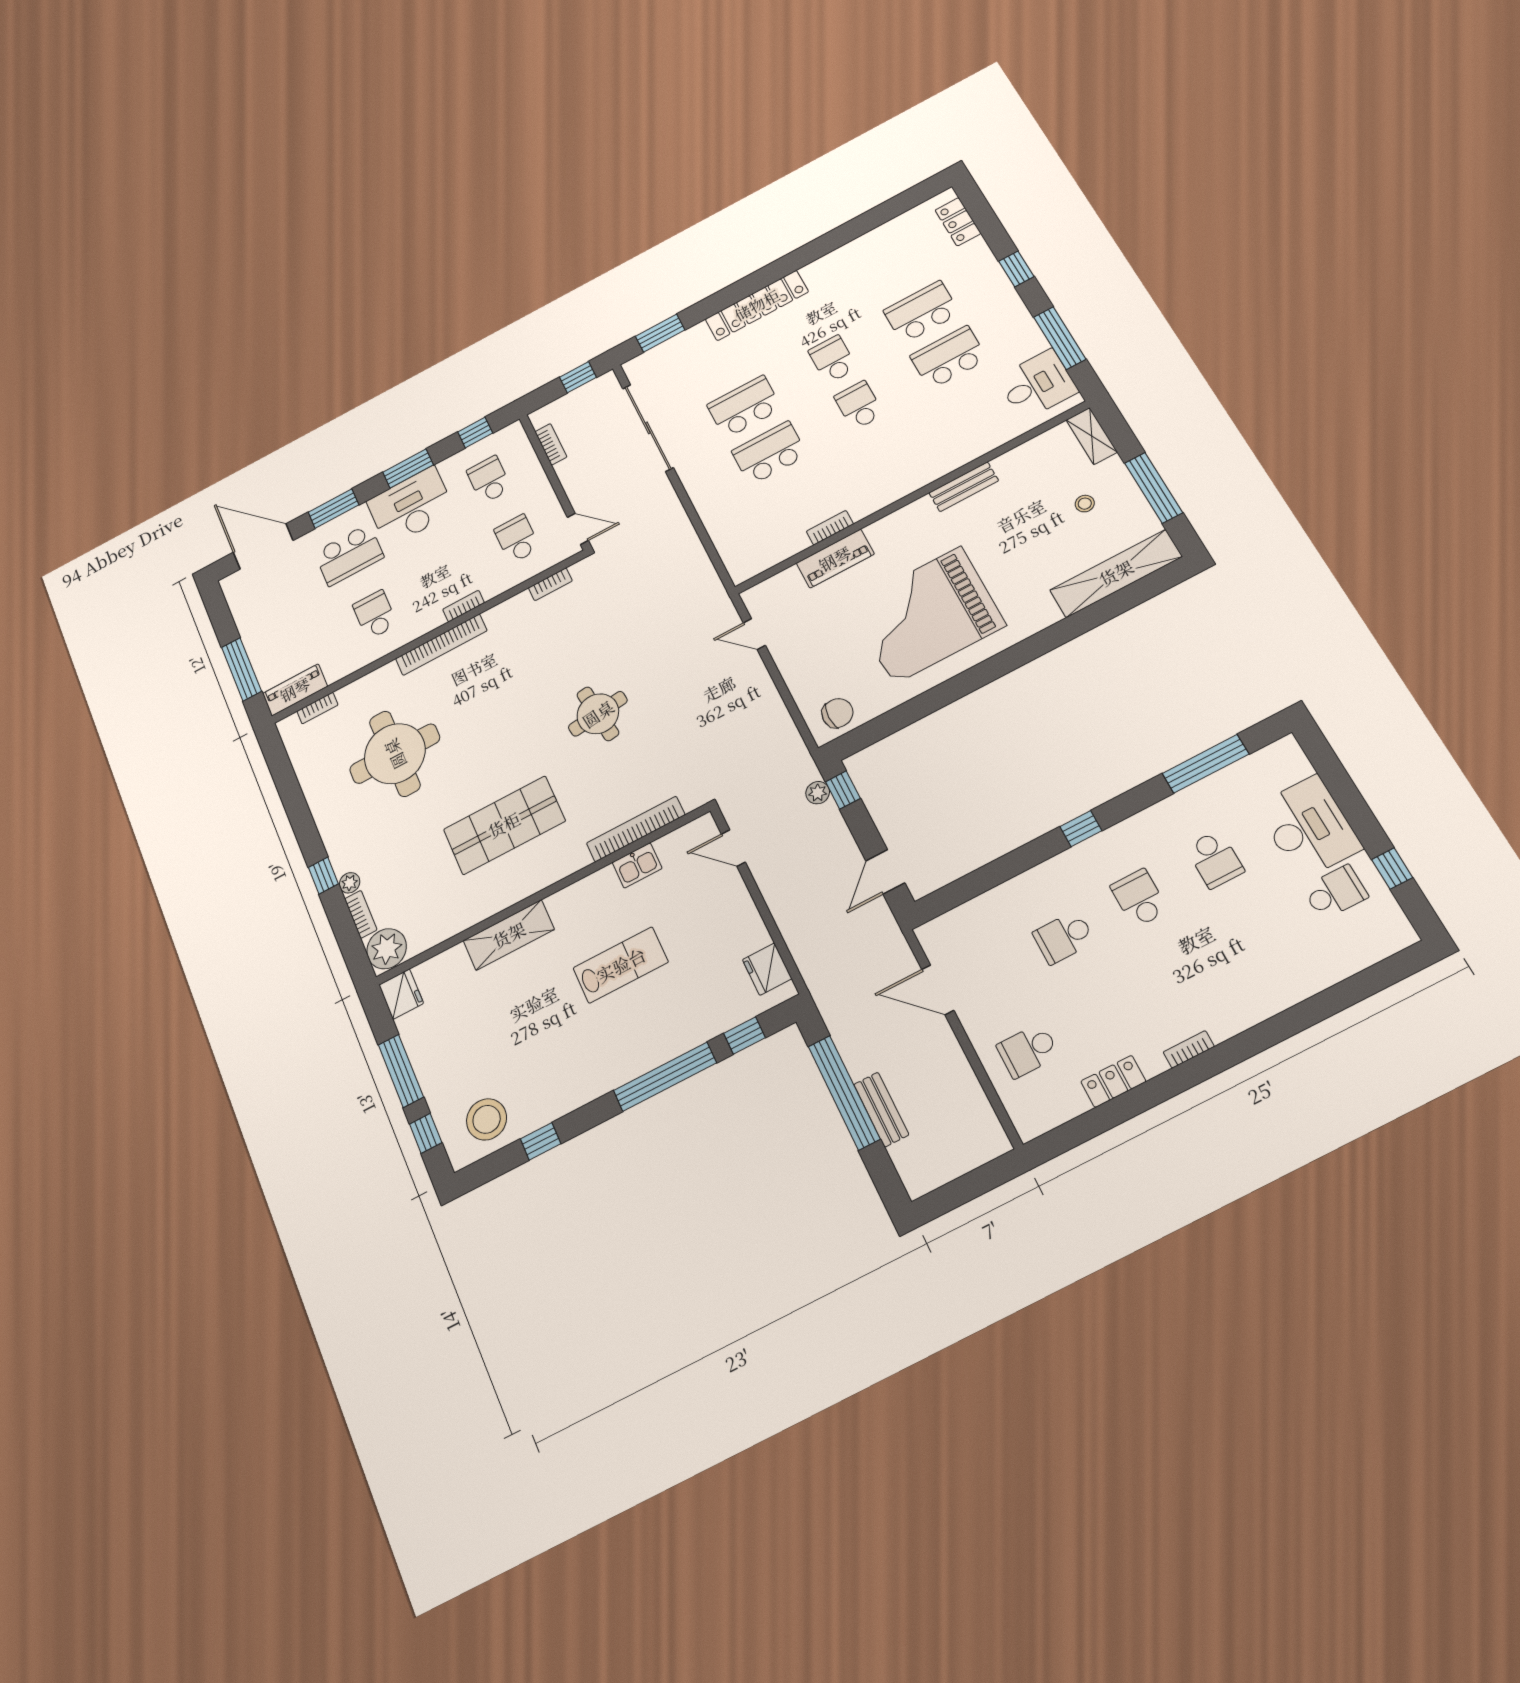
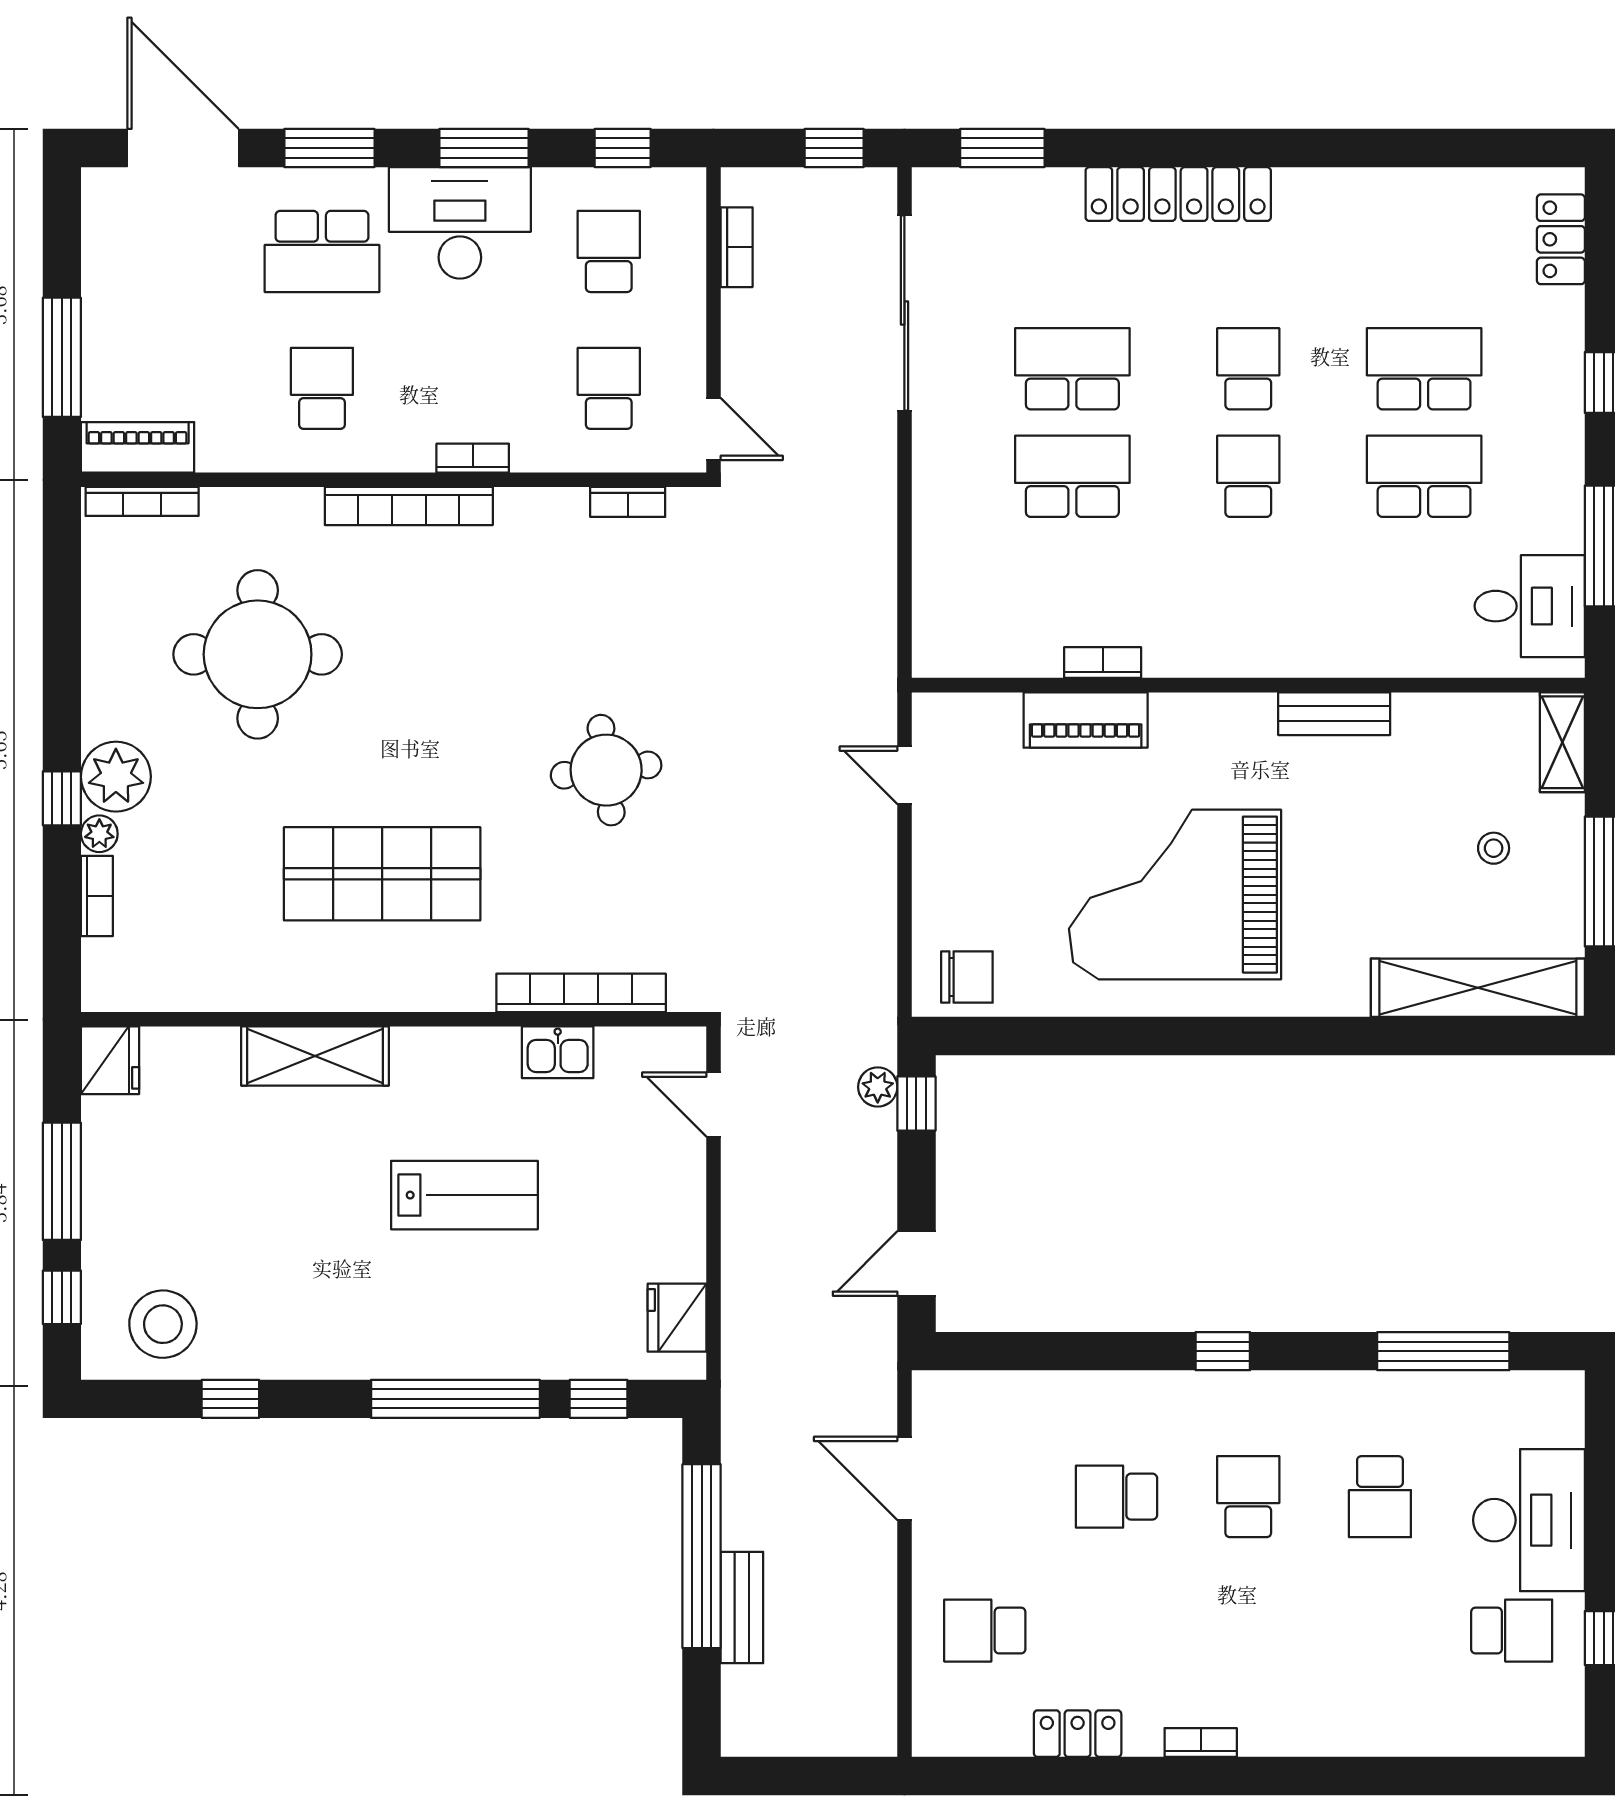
bookcase: (317, 708) -> (142, 501), width x1.56
plant: (387, 949) -> (116, 777), moved

